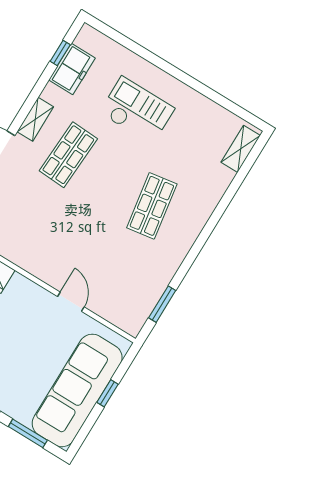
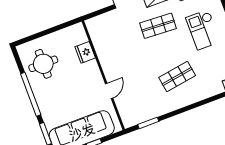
checkout: (137, 110) -> (203, 30), turned 180

